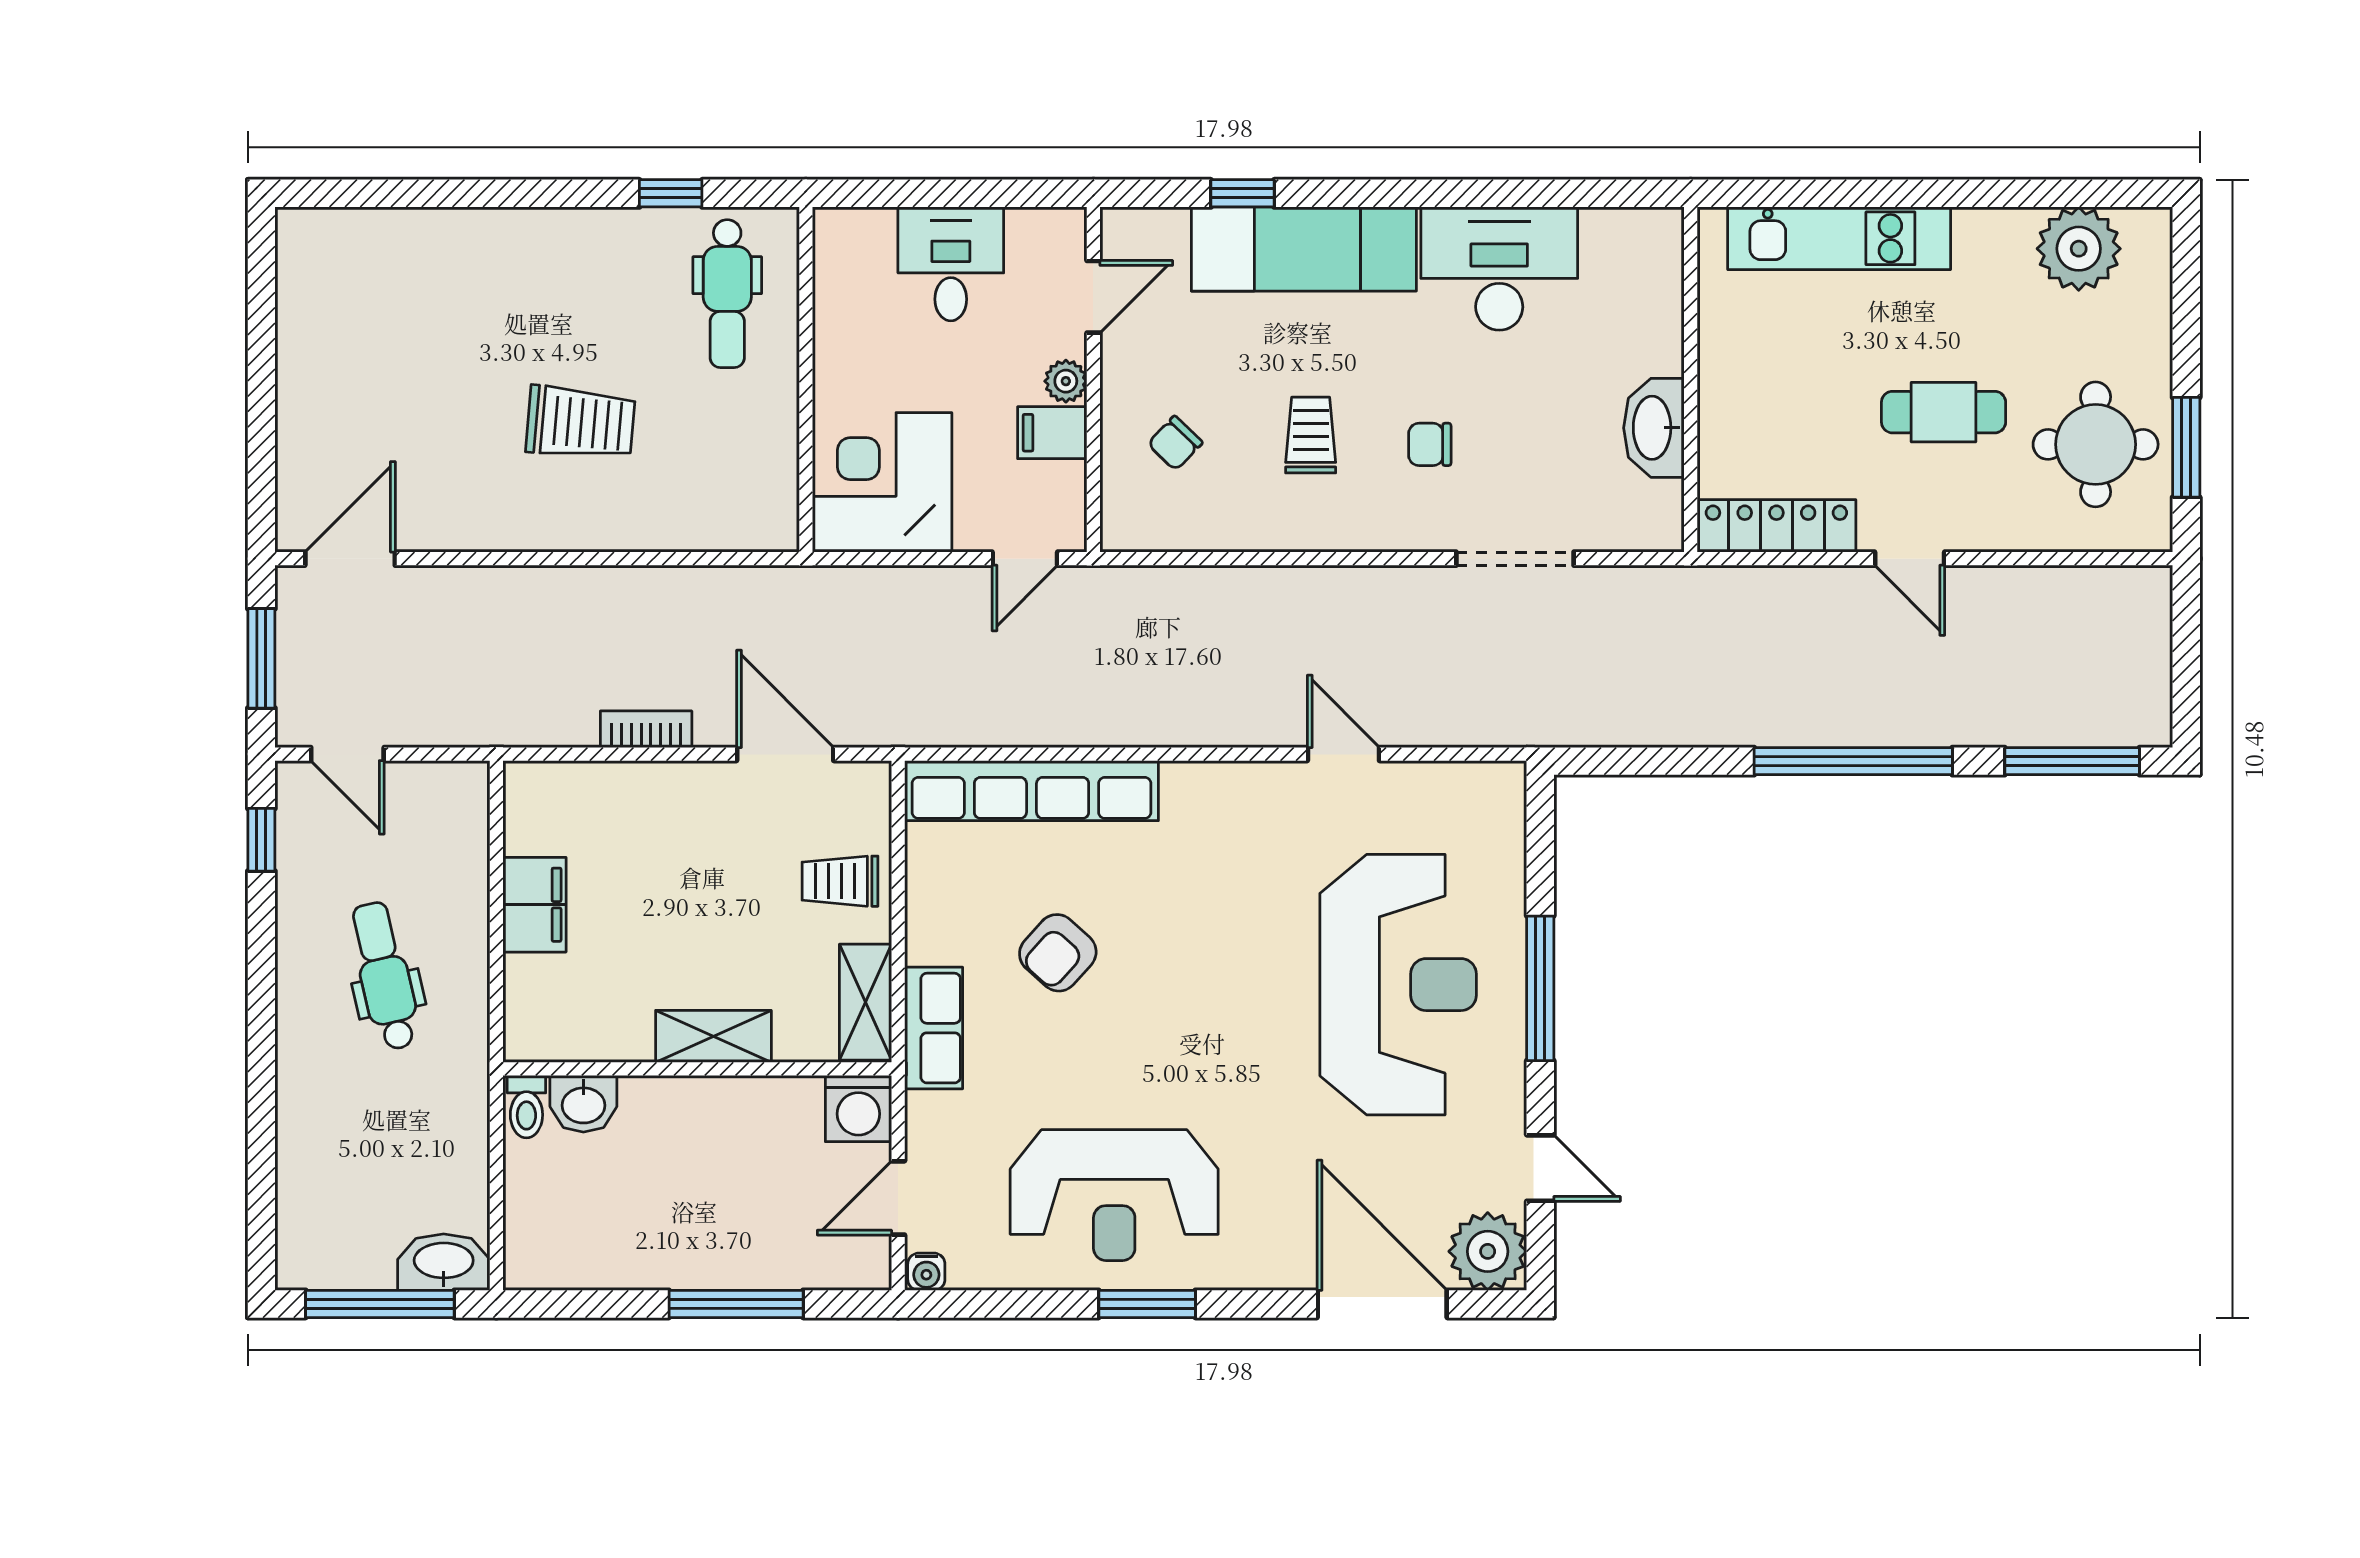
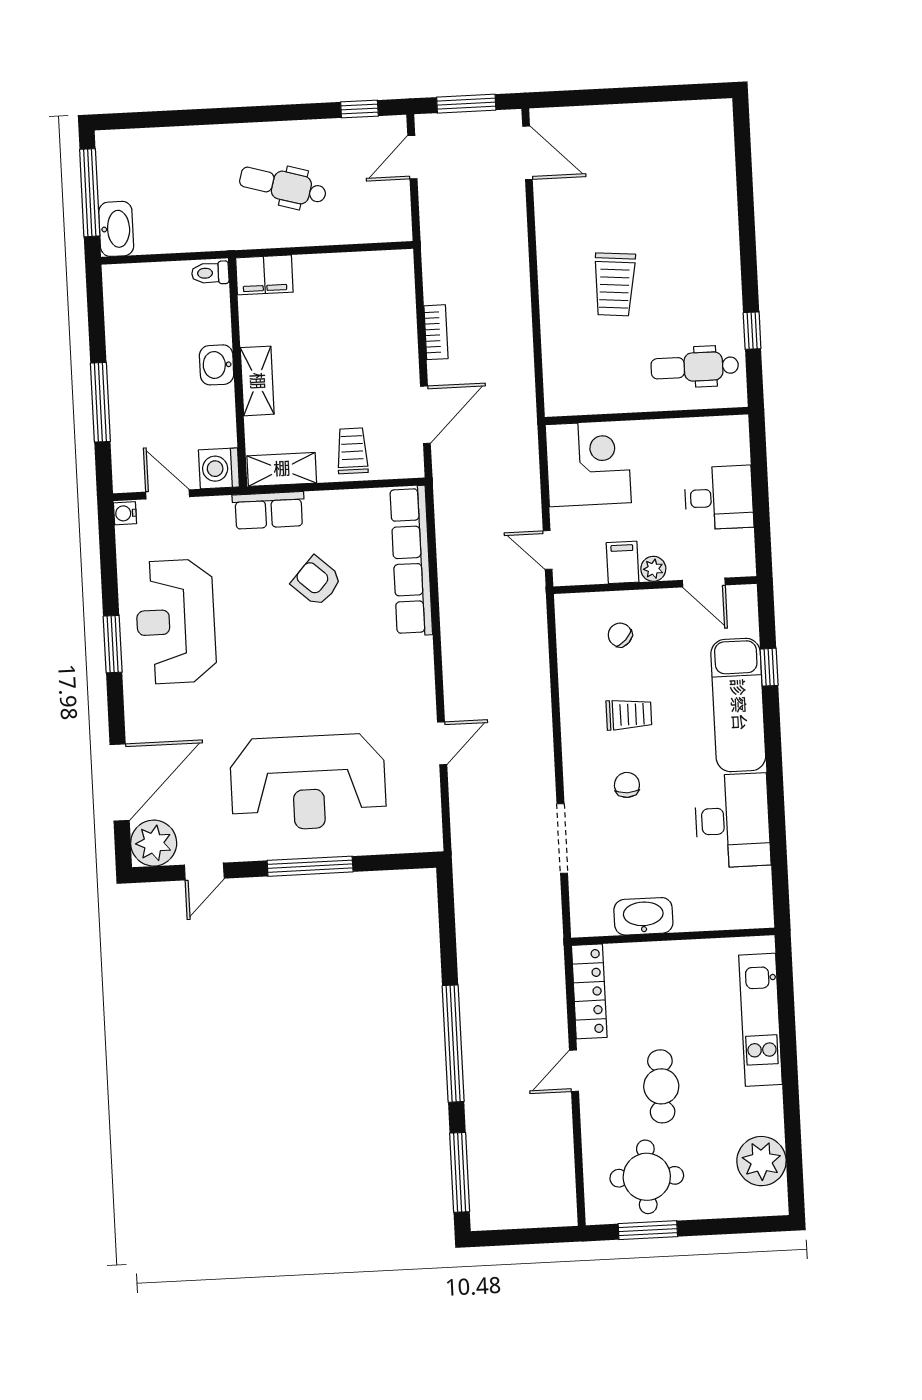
filing cabinet: (534, 905) -> (264, 275), moved
dental chair: (385, 976) -> (283, 186), turned -151
washbasin: (583, 1104) -> (217, 365), moved

